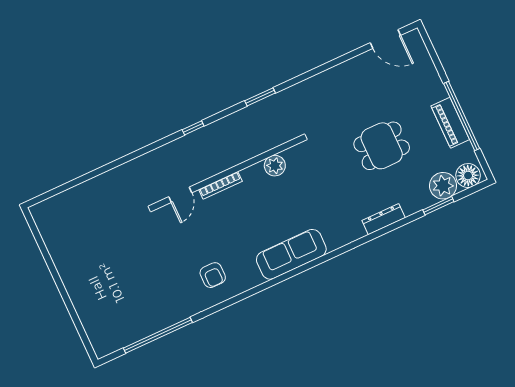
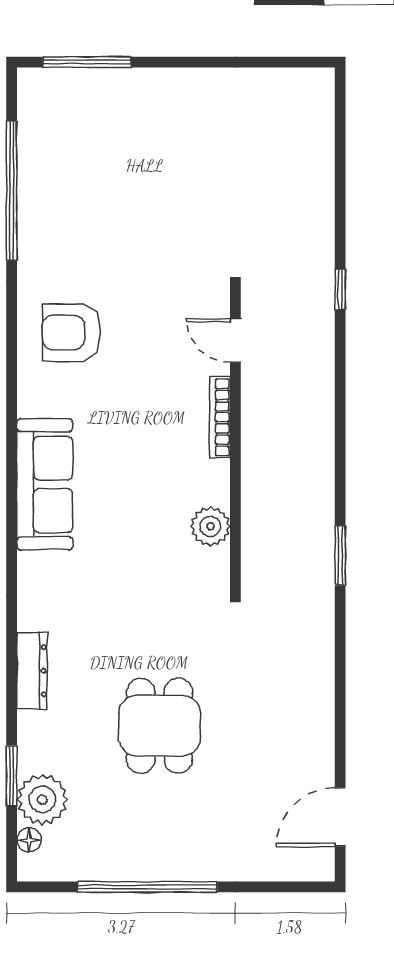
piano: (450, 123) -> (145, 862), removed
window: (193, 128) -> (340, 289), moved
floor lamp: (468, 176) -> (29, 840), width x0.53, depth x0.53
armchair: (213, 275) -> (72, 333), width x1.38, depth x1.38
window: (80, 328) -> (87, 62), added

